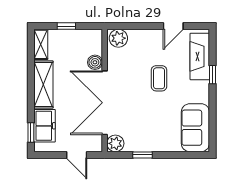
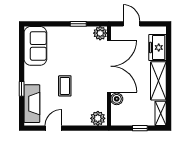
window: (31, 133) -> (169, 42), removed

